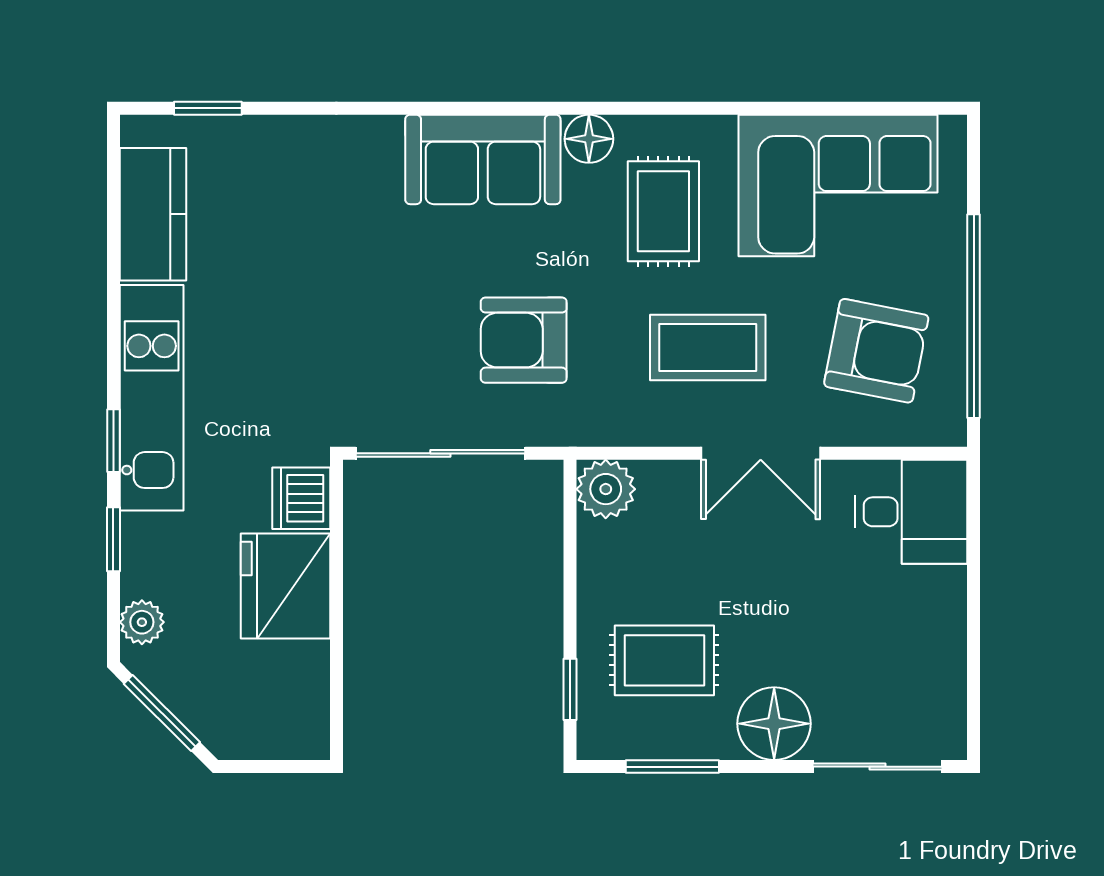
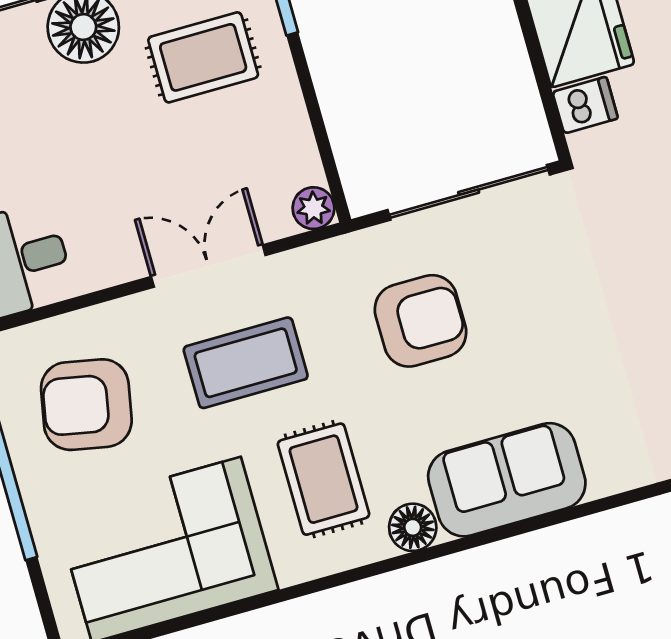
double door: (761, 453) -> (208, 266), moved
plant: (606, 489) -> (313, 208), width x0.73, depth x0.73
dishwasher: (301, 498) -> (585, 105), width x0.73

